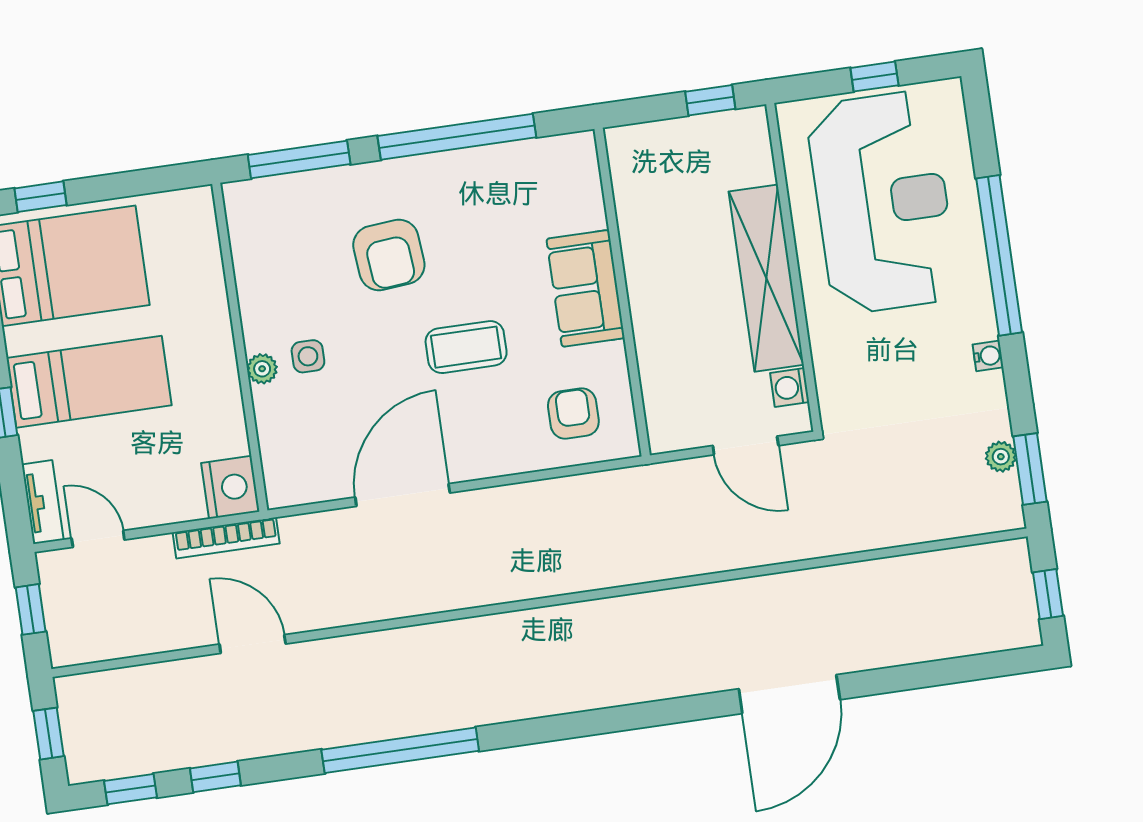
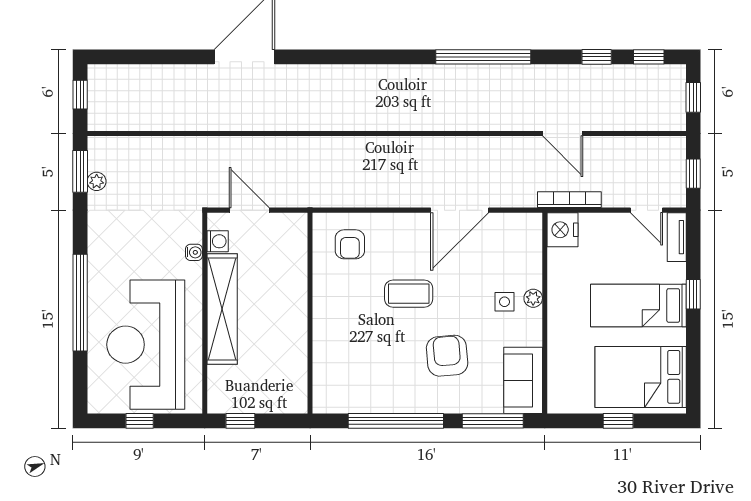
window: (40, 197) -> (618, 421), moved
sofa: (586, 288) -> (523, 380), moved, turned 180
water cooler: (988, 356) -> (194, 252), moved, turned 180

